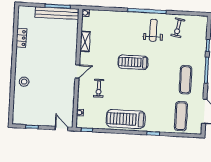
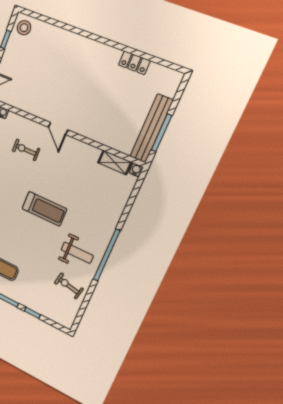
shelving: (85, 41) -> (115, 162), moved
treadmill: (133, 62) -> (44, 209), turned 90
stool: (24, 82) -> (24, 28), moved

